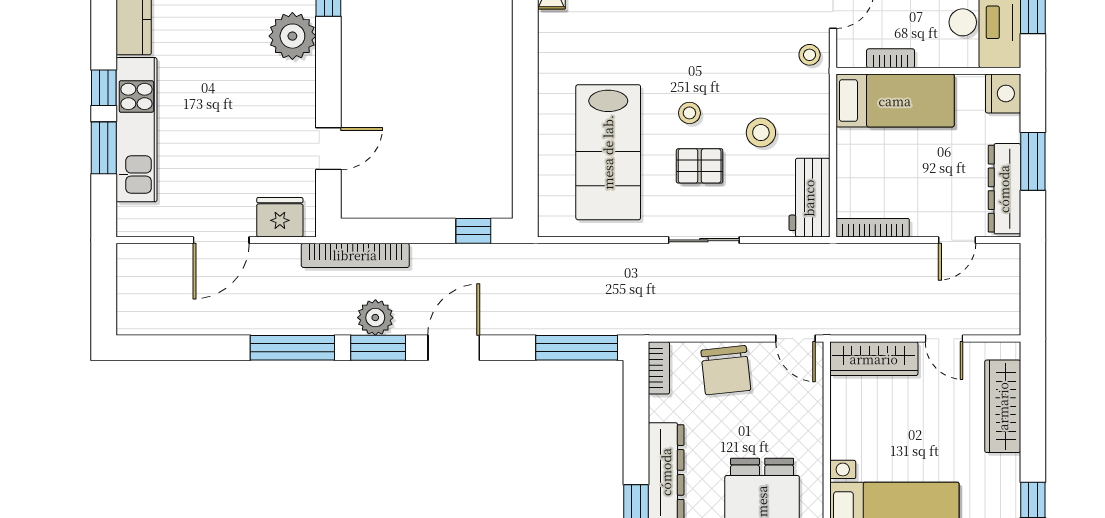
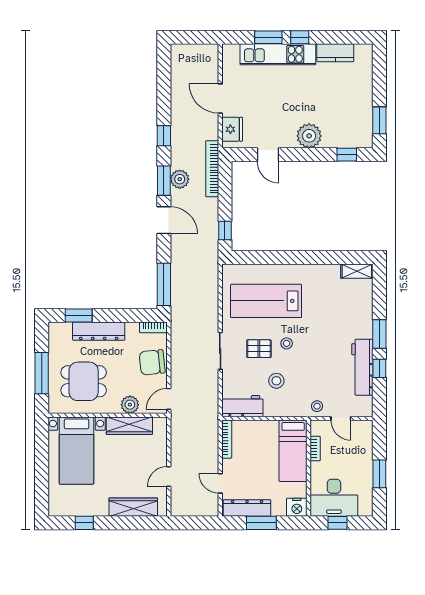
plant: (292, 36) -> (309, 136), moved
pallet: (700, 166) -> (259, 349), turned 90
window: (292, 348) -> (164, 136), width x0.46
wardrobe: (874, 359) -> (129, 426), moved, turned -90
plant: (807, 413) -> (130, 405), added

